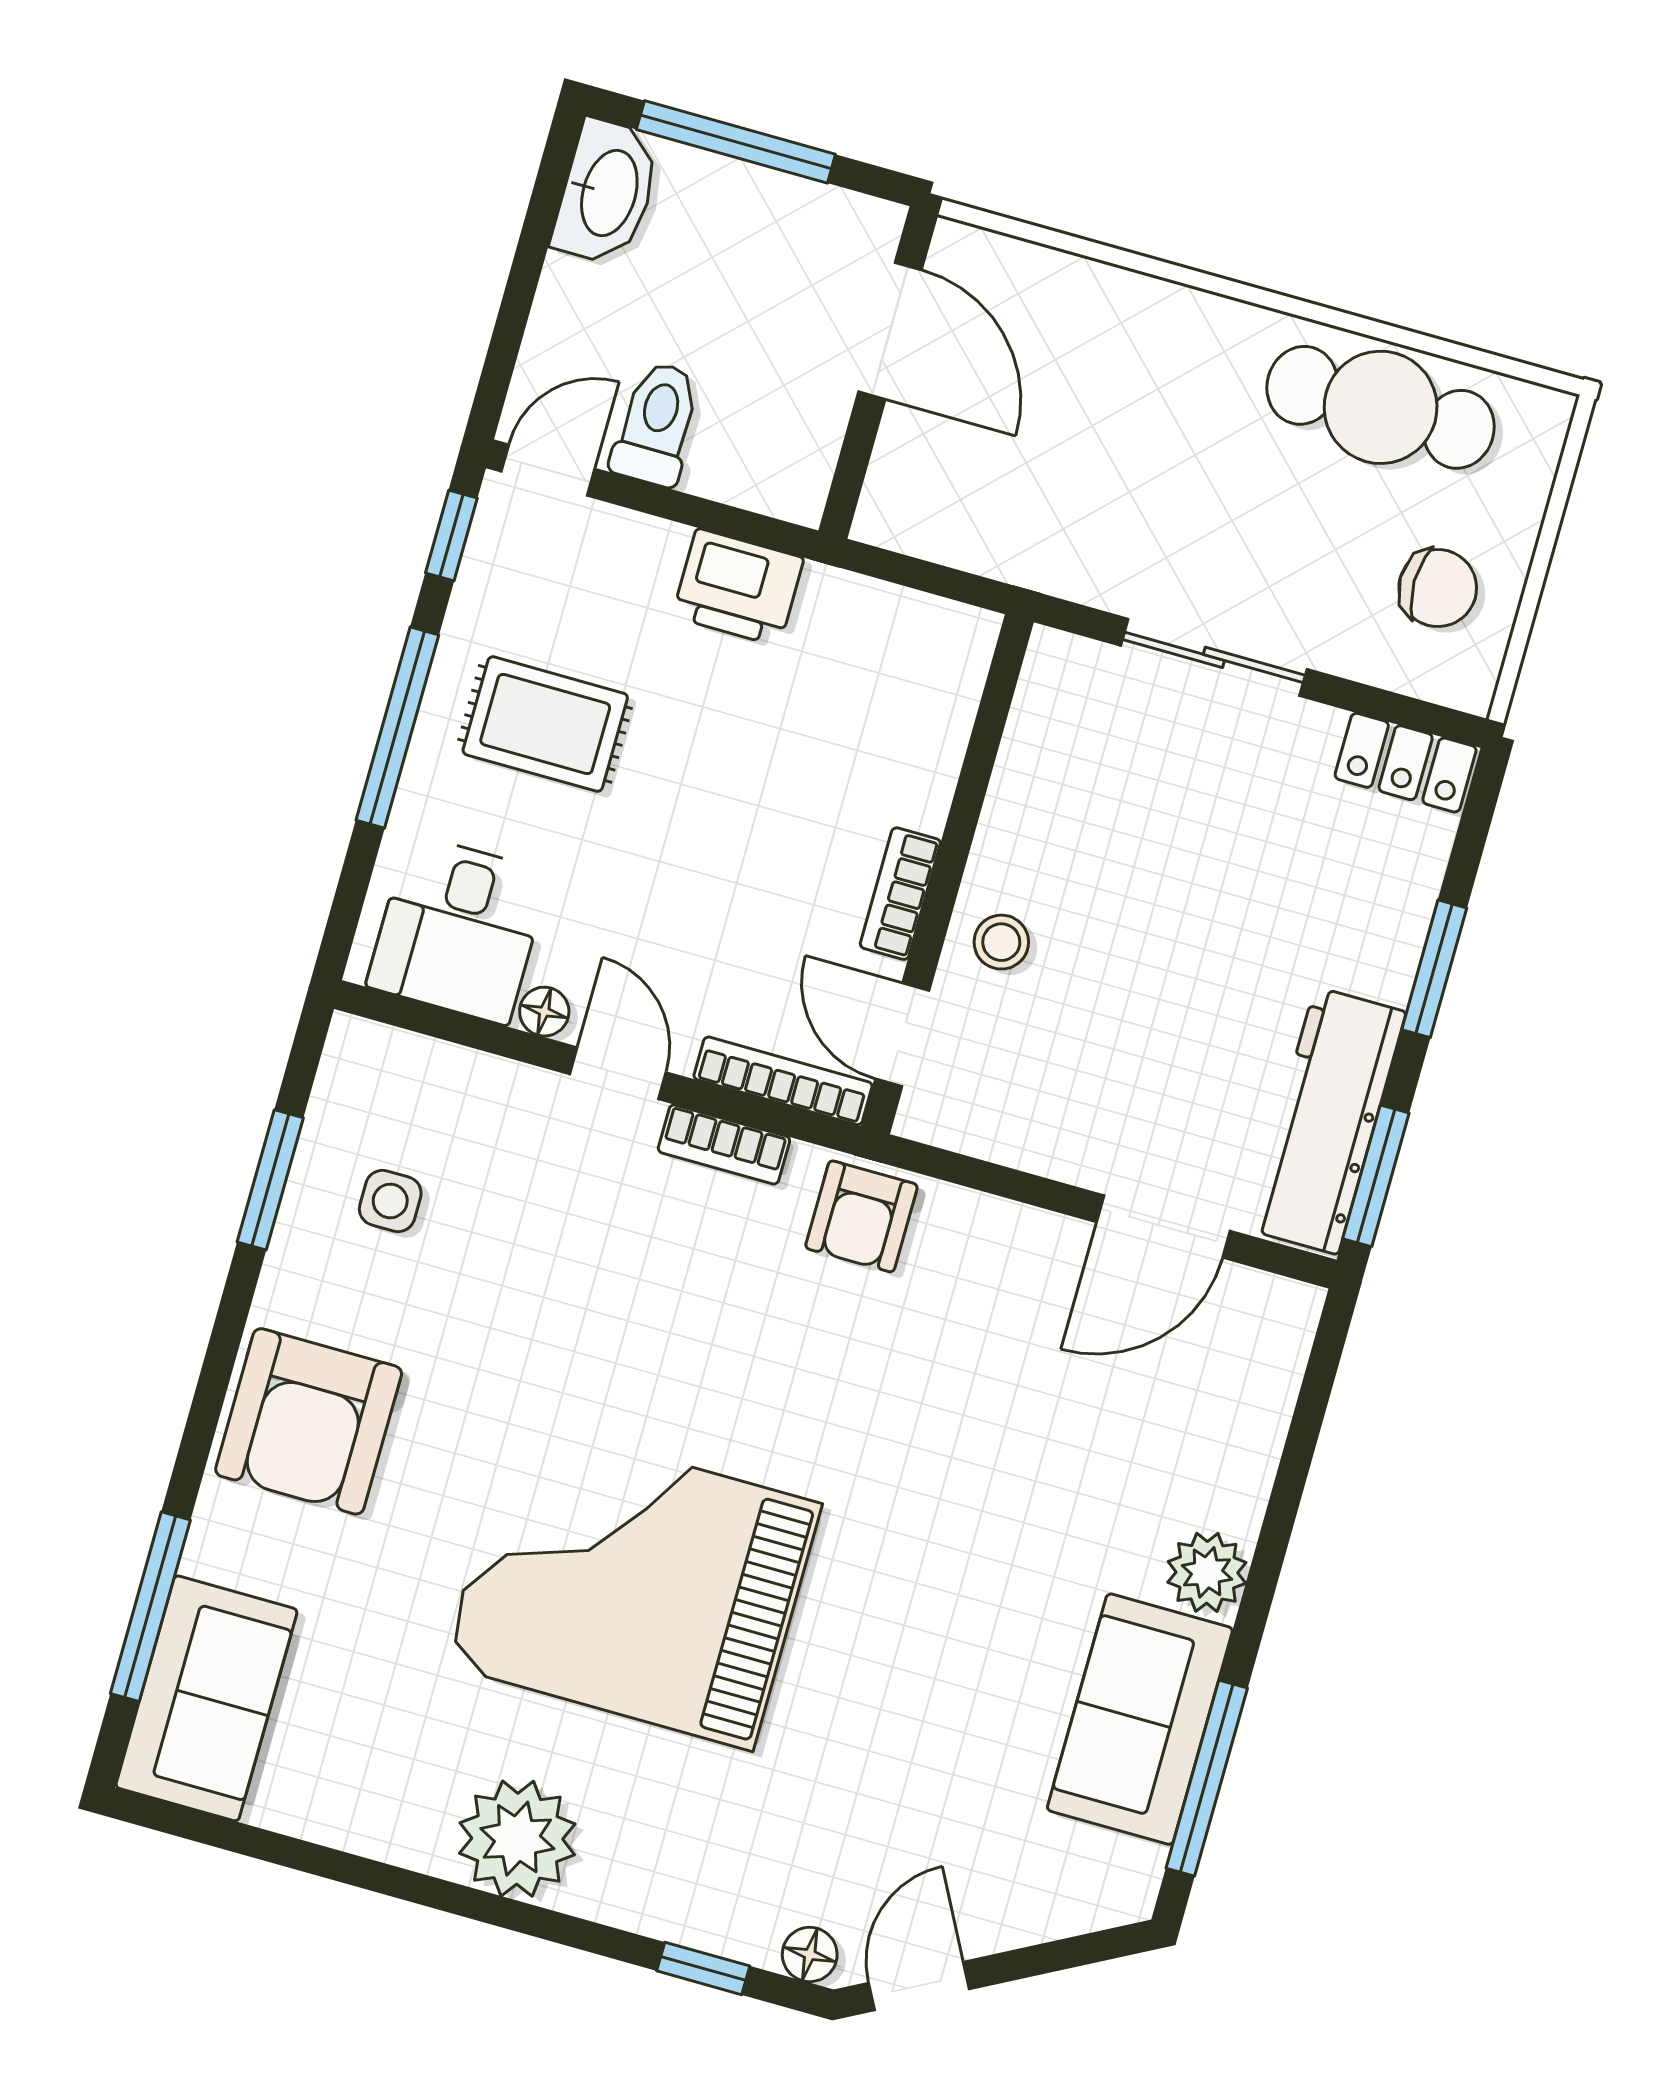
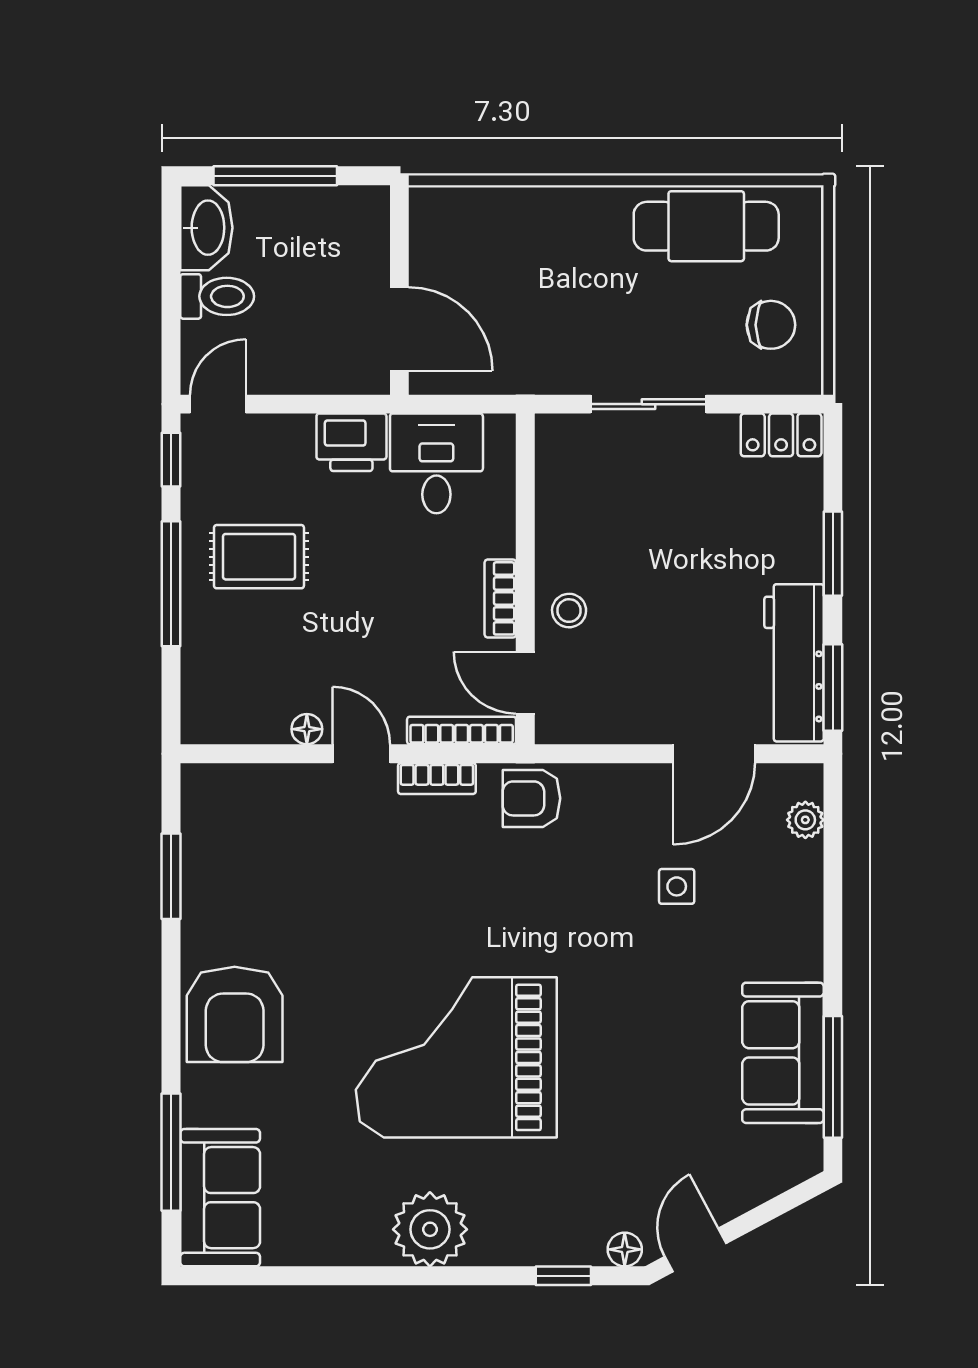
door: (890, 331) -> (399, 329), moved
toilet: (657, 424) -> (217, 296), moved, turned 90
desk: (458, 929) -> (436, 463), moved, turned 180
side table: (390, 1201) -> (677, 886), moved
armchair: (861, 1216) -> (531, 798), turned 90
plant: (1207, 1572) -> (805, 820), moved, width x0.73, depth x0.73

